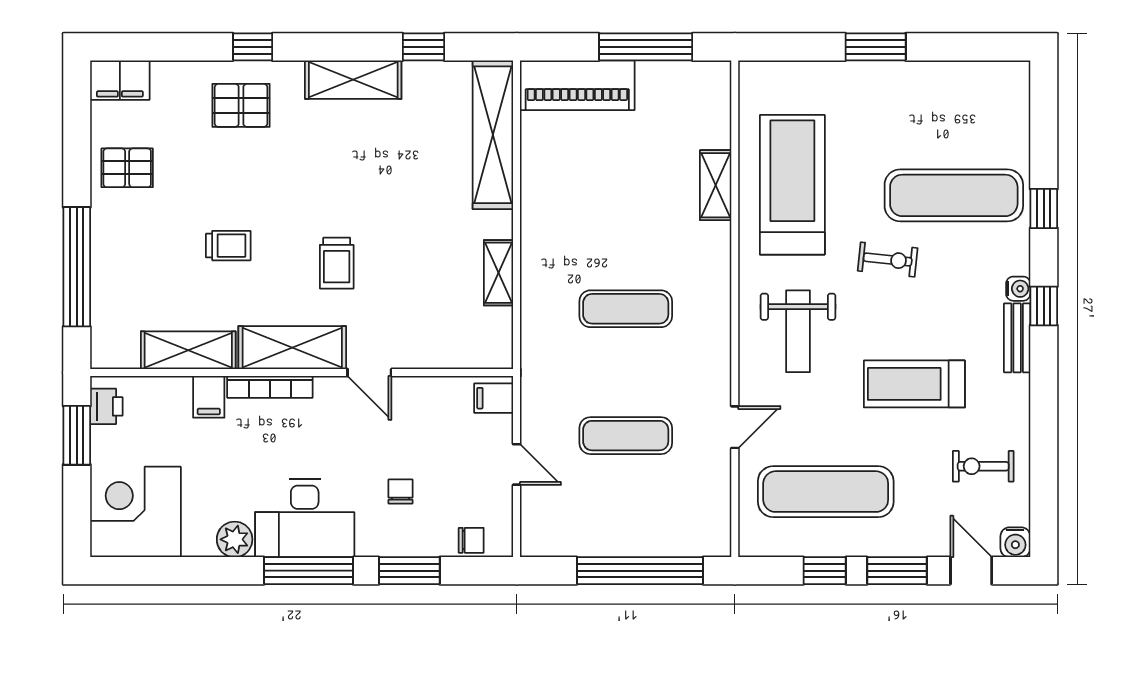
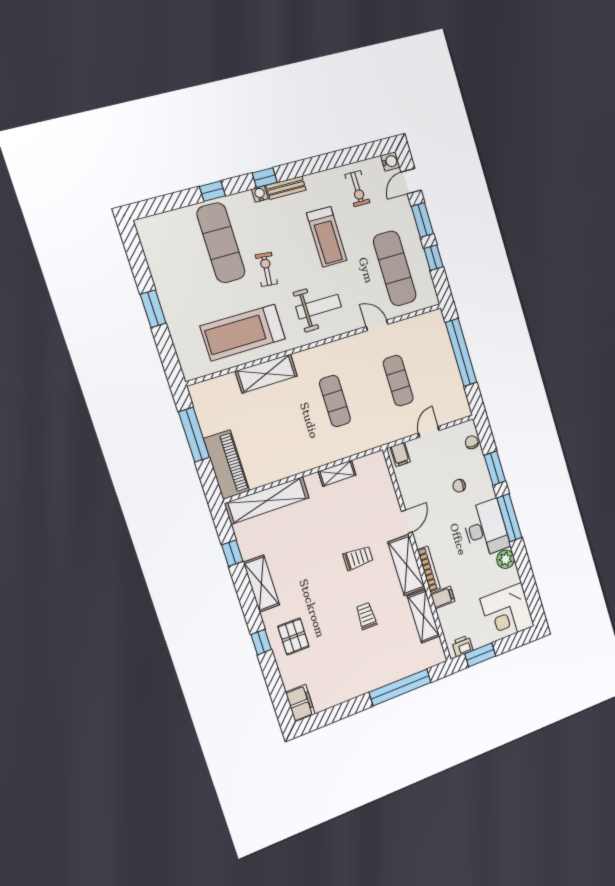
pallet: (127, 168) -> (344, 682), removed
shelving: (716, 185) -> (266, 374), width x1.50, depth x1.33

